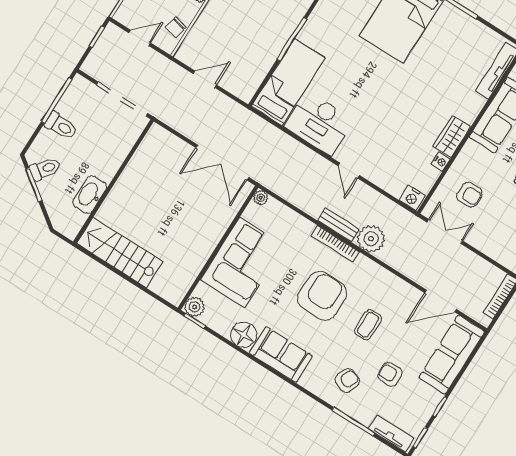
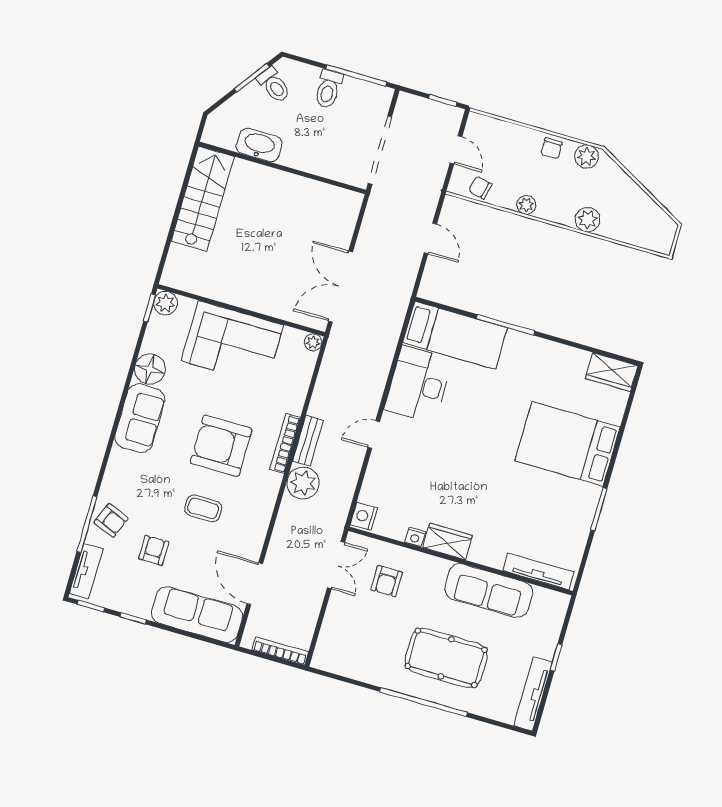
armchair: (322, 296) -> (221, 446), turned 180
armchair: (347, 380) -> (111, 520), moved

